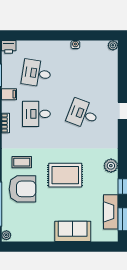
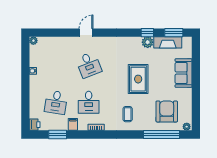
desk: (83, 114) -> (89, 65), turned -42
plant: (111, 166) -> (148, 42), moved
armchair: (22, 189) -> (167, 111), moved

